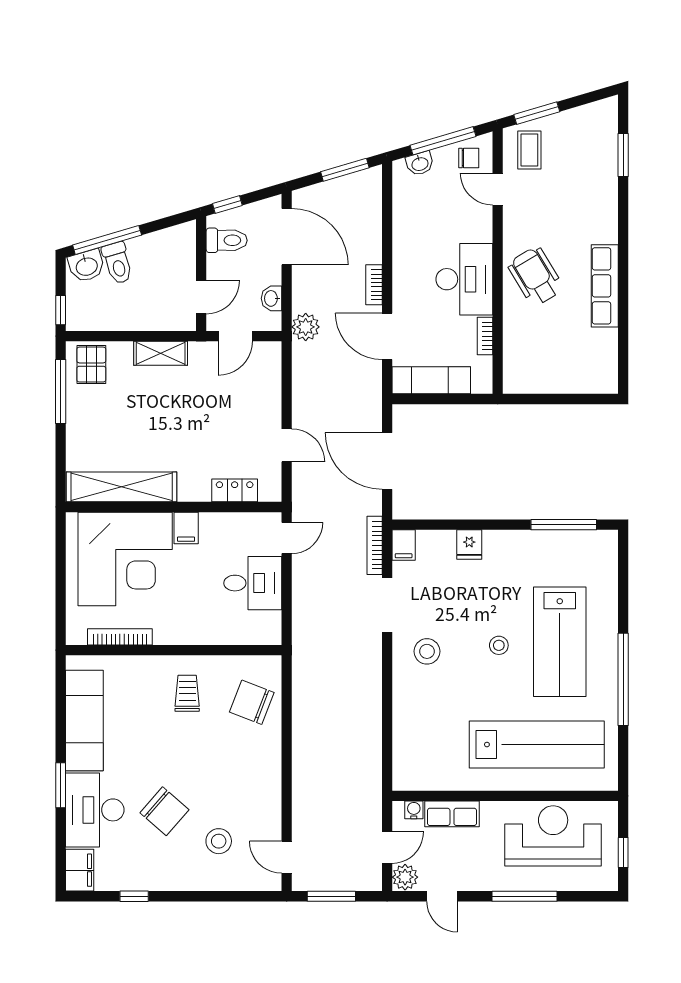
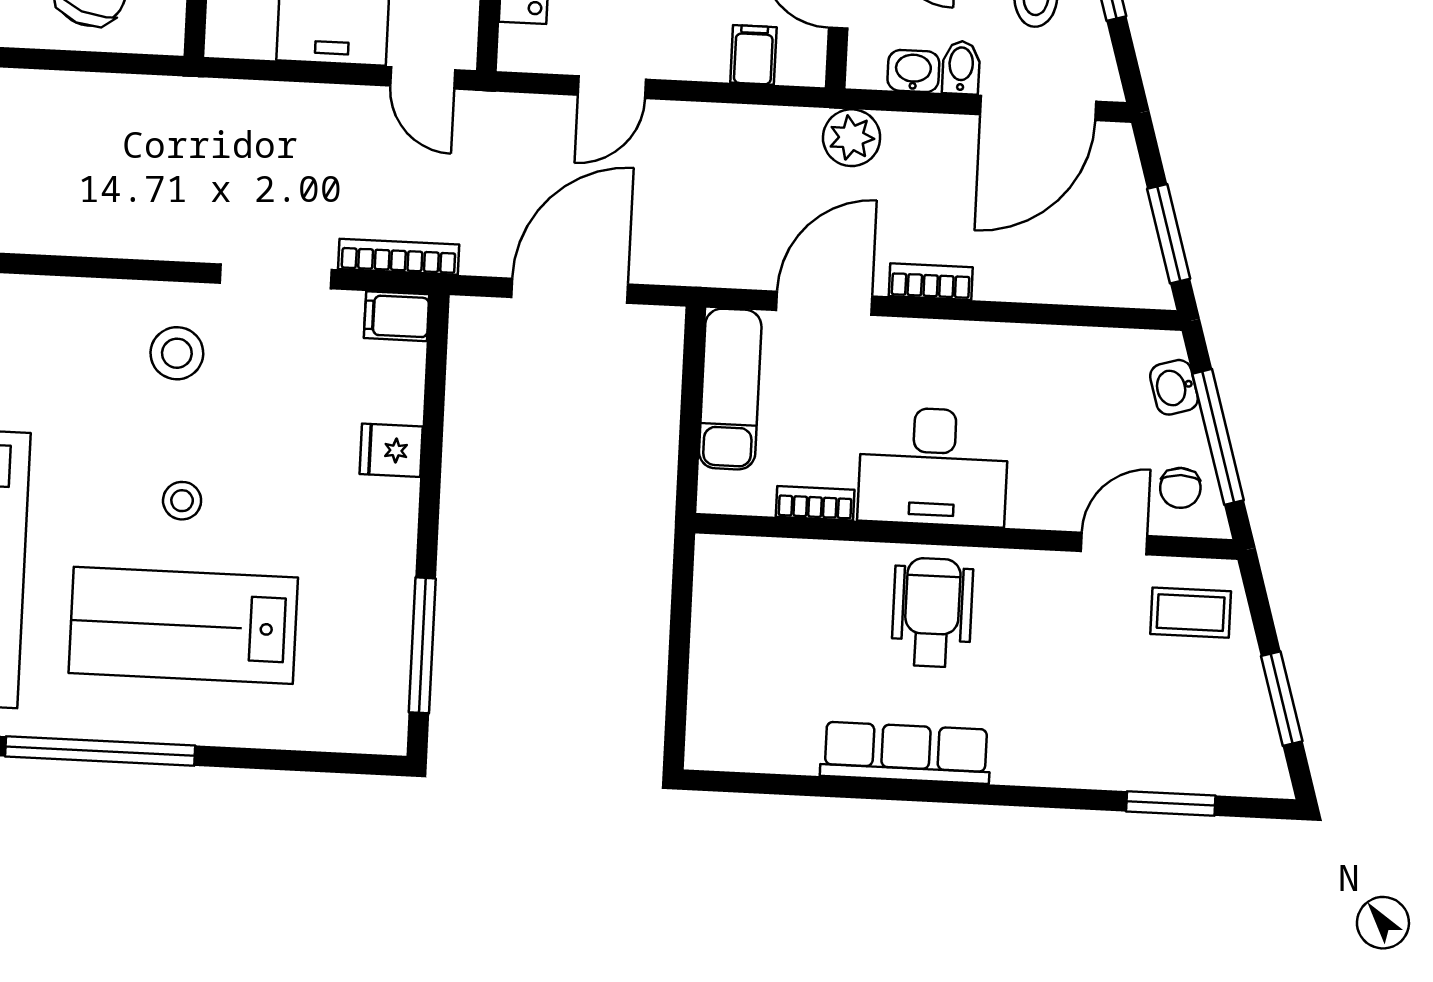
window: (537, 113) -> (1282, 699), moved
bidet: (269, 275) -> (961, 67), added
wheelchair: (535, 276) -> (932, 612), turned -59
filing cabinet: (267, 377) -> (753, 55), added

